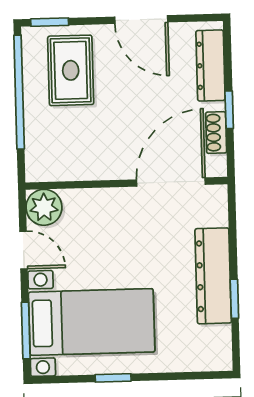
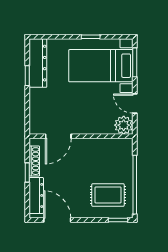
door: (141, 20) -> (57, 220), moved
rug: (71, 70) -> (108, 195), turned 90
shoe rack: (216, 133) -> (34, 161), width x1.43
door: (171, 182) -> (58, 136), width x0.73
dresser: (213, 276) -> (38, 63), moved

